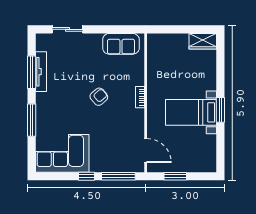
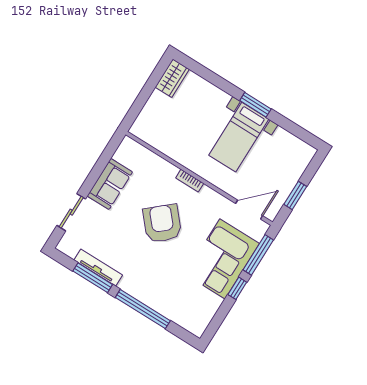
sofa: (121, 44) -> (110, 184), moved
armchair: (99, 97) -> (162, 223), width x1.88, depth x1.88
window: (32, 120) -> (143, 309), width x1.46
corner sofa: (62, 153) -> (222, 259), moved

